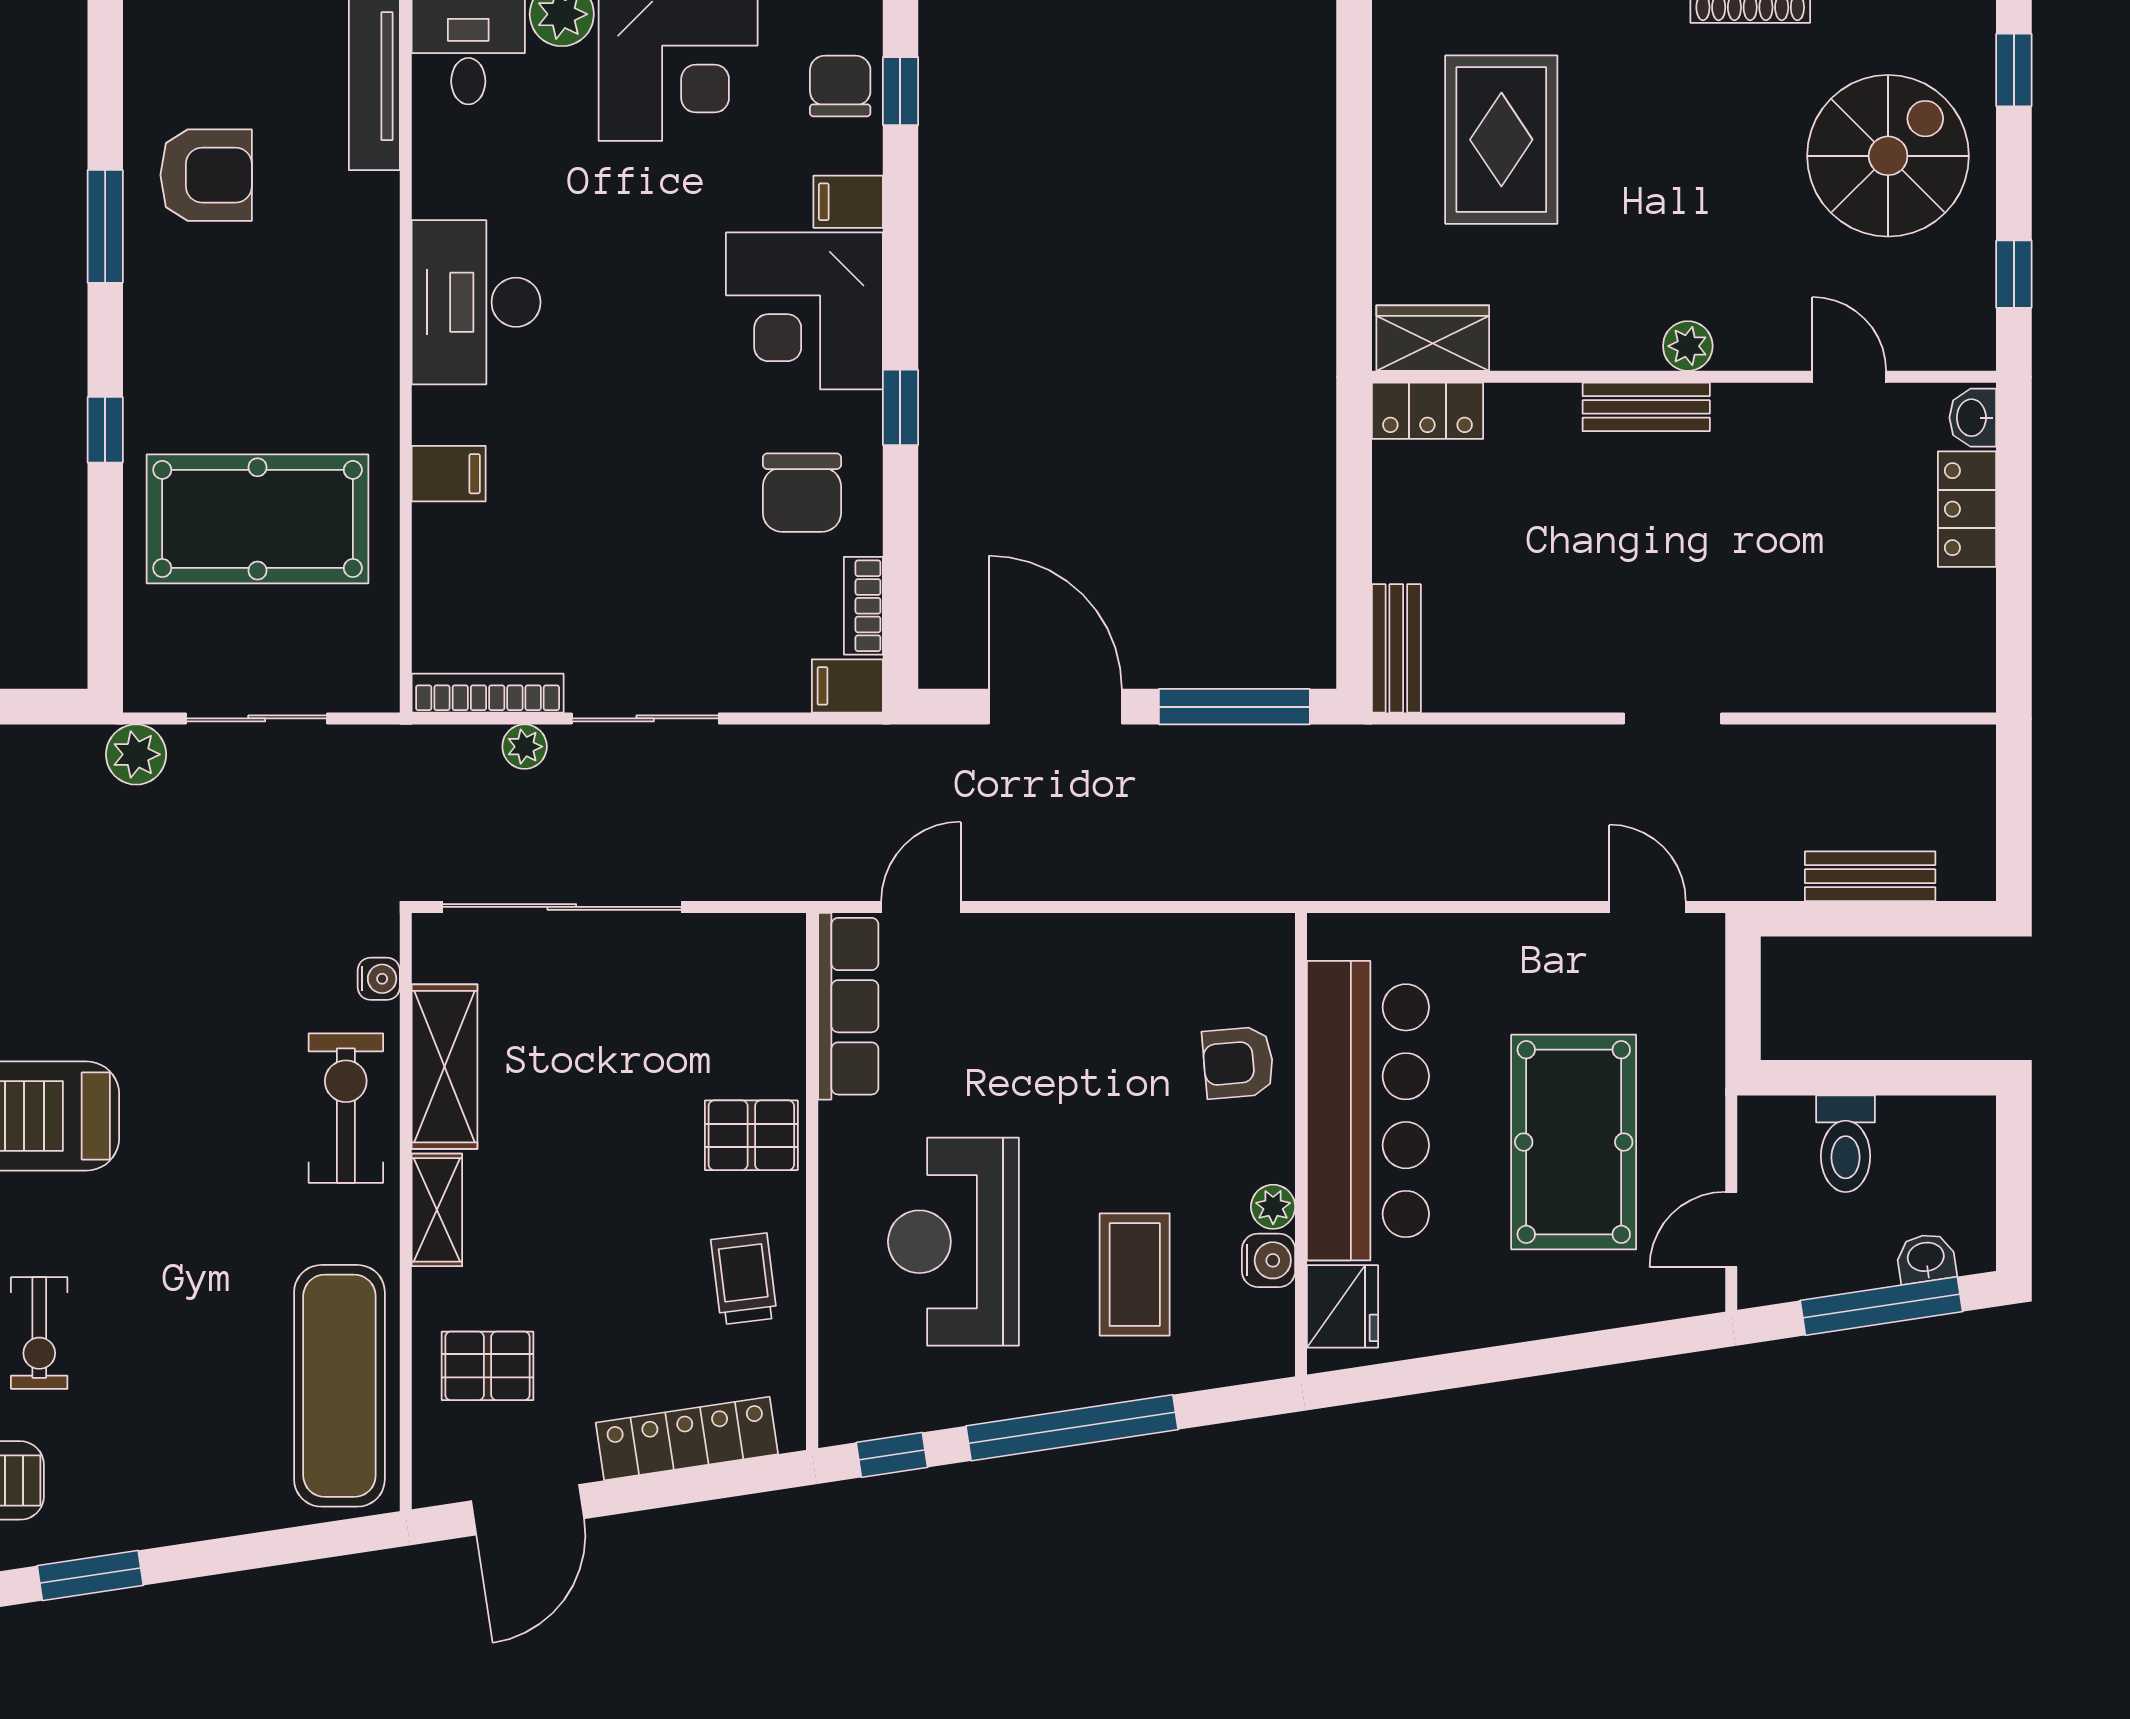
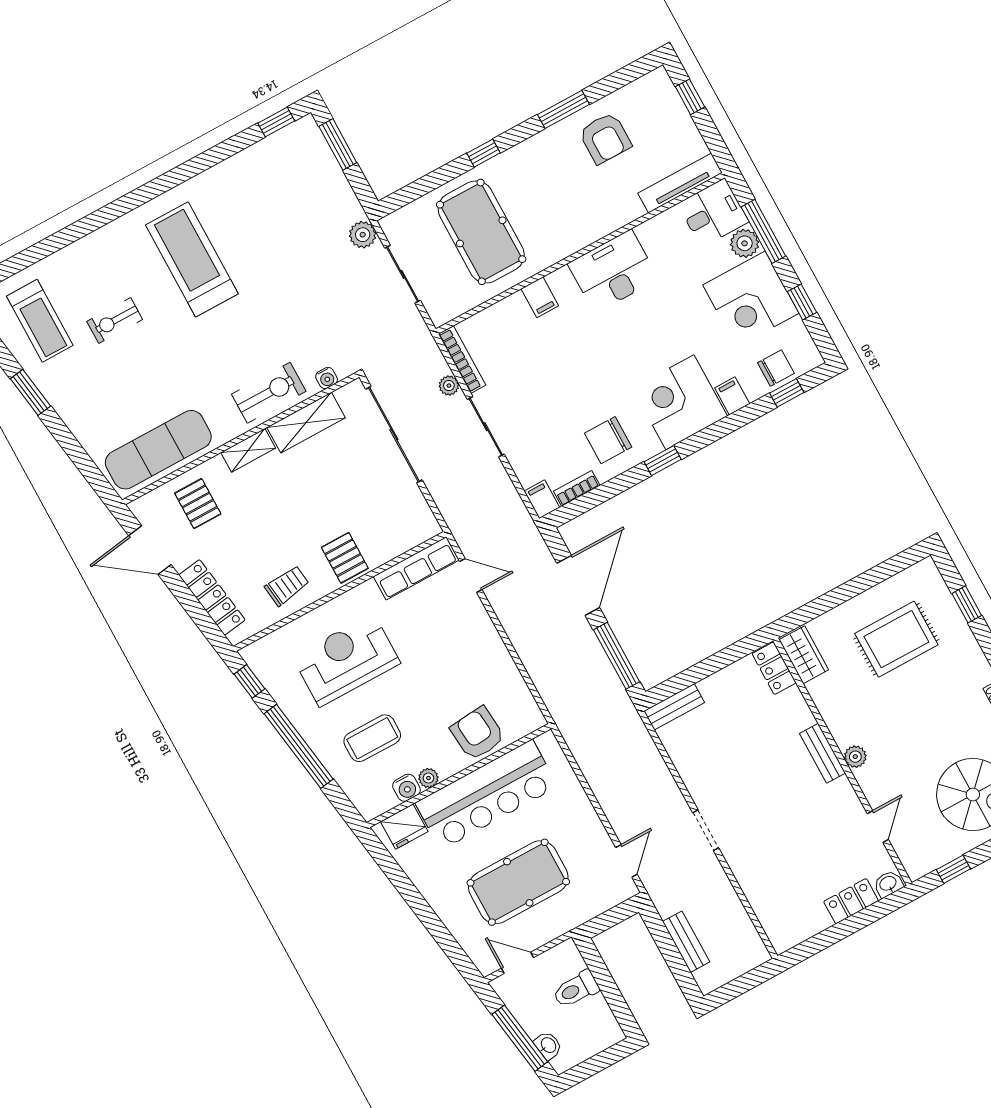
armchair: (1238, 1063) -> (478, 733), width x1.38, depth x1.38

